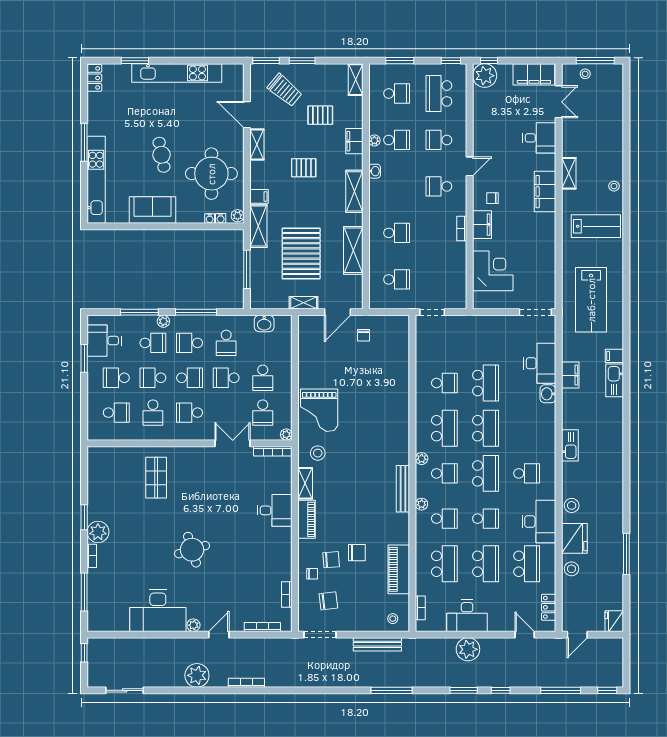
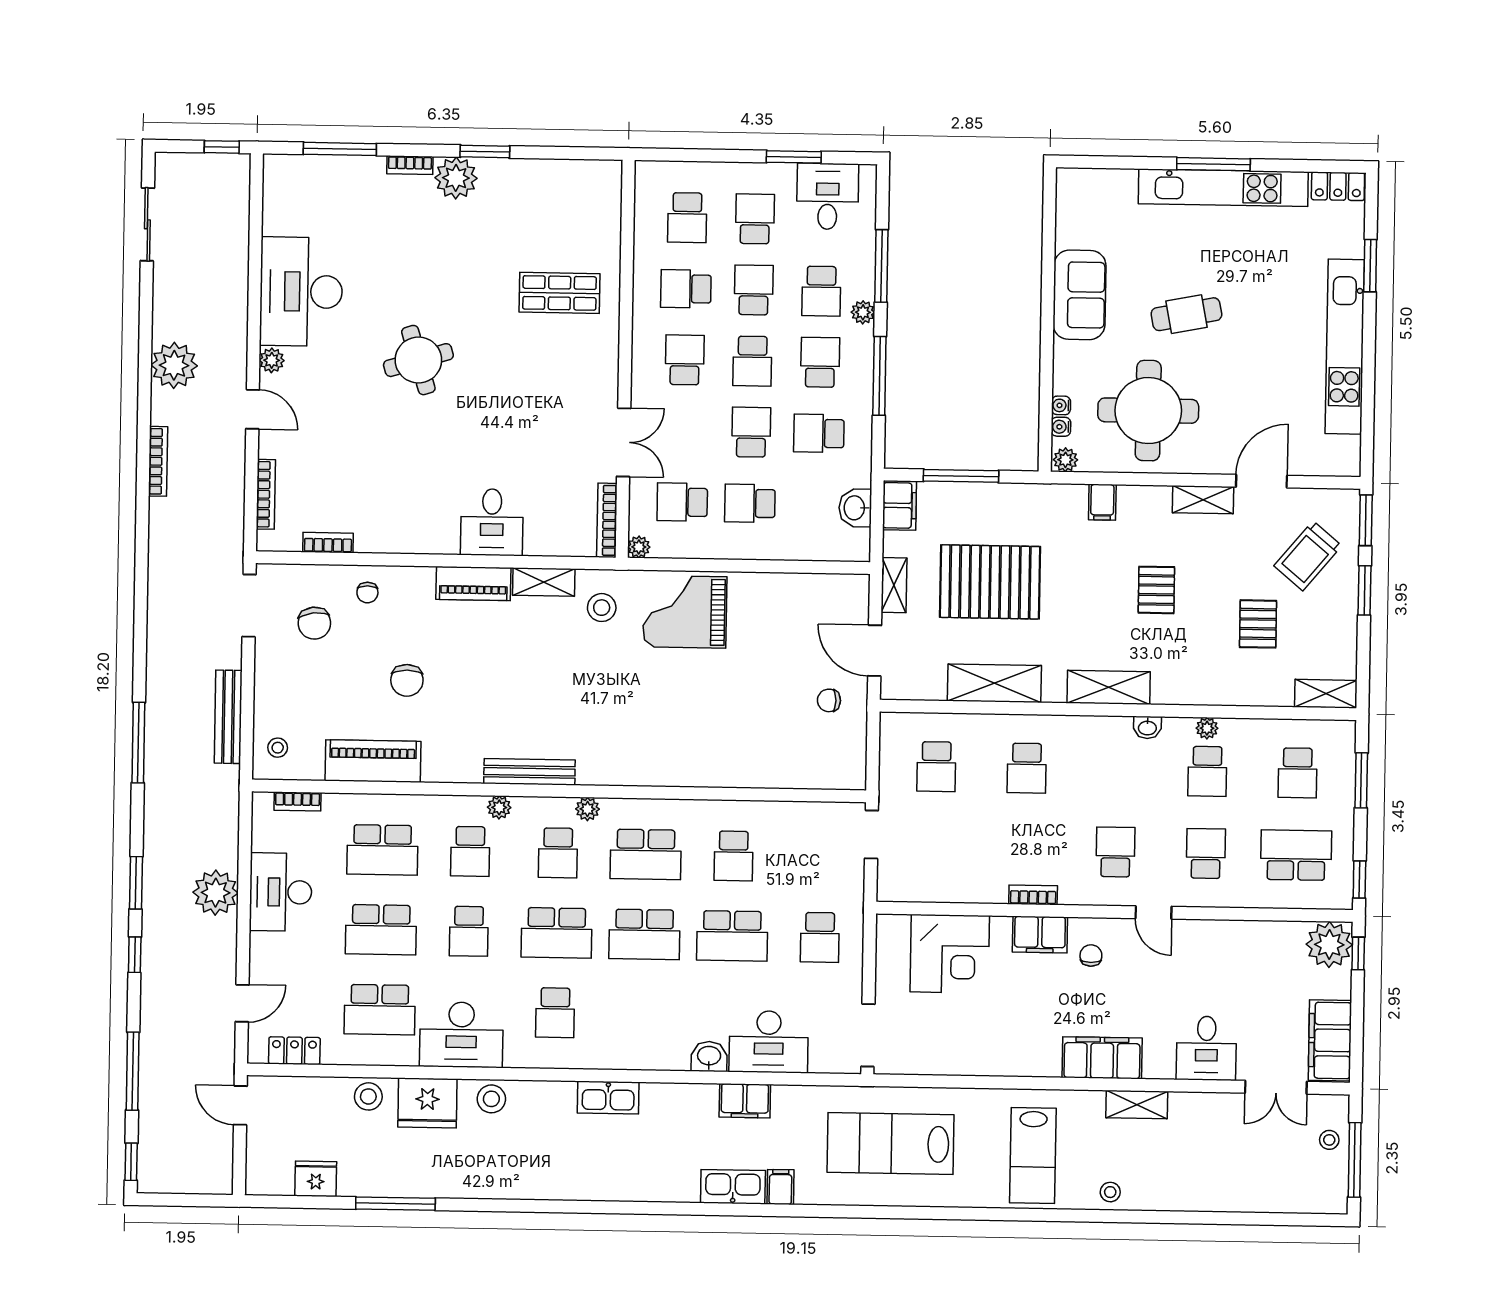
filing cabinet: (354, 141) -> (900, 505), moved, turned 90
kitchen unit: (96, 180) -> (1223, 188), moved
shelving: (258, 226) -> (1045, 500), removed
school desk: (486, 338) -> (820, 937), added
chair: (331, 560) -> (394, 630), removed
fridge: (614, 621) -> (316, 1179), moved

